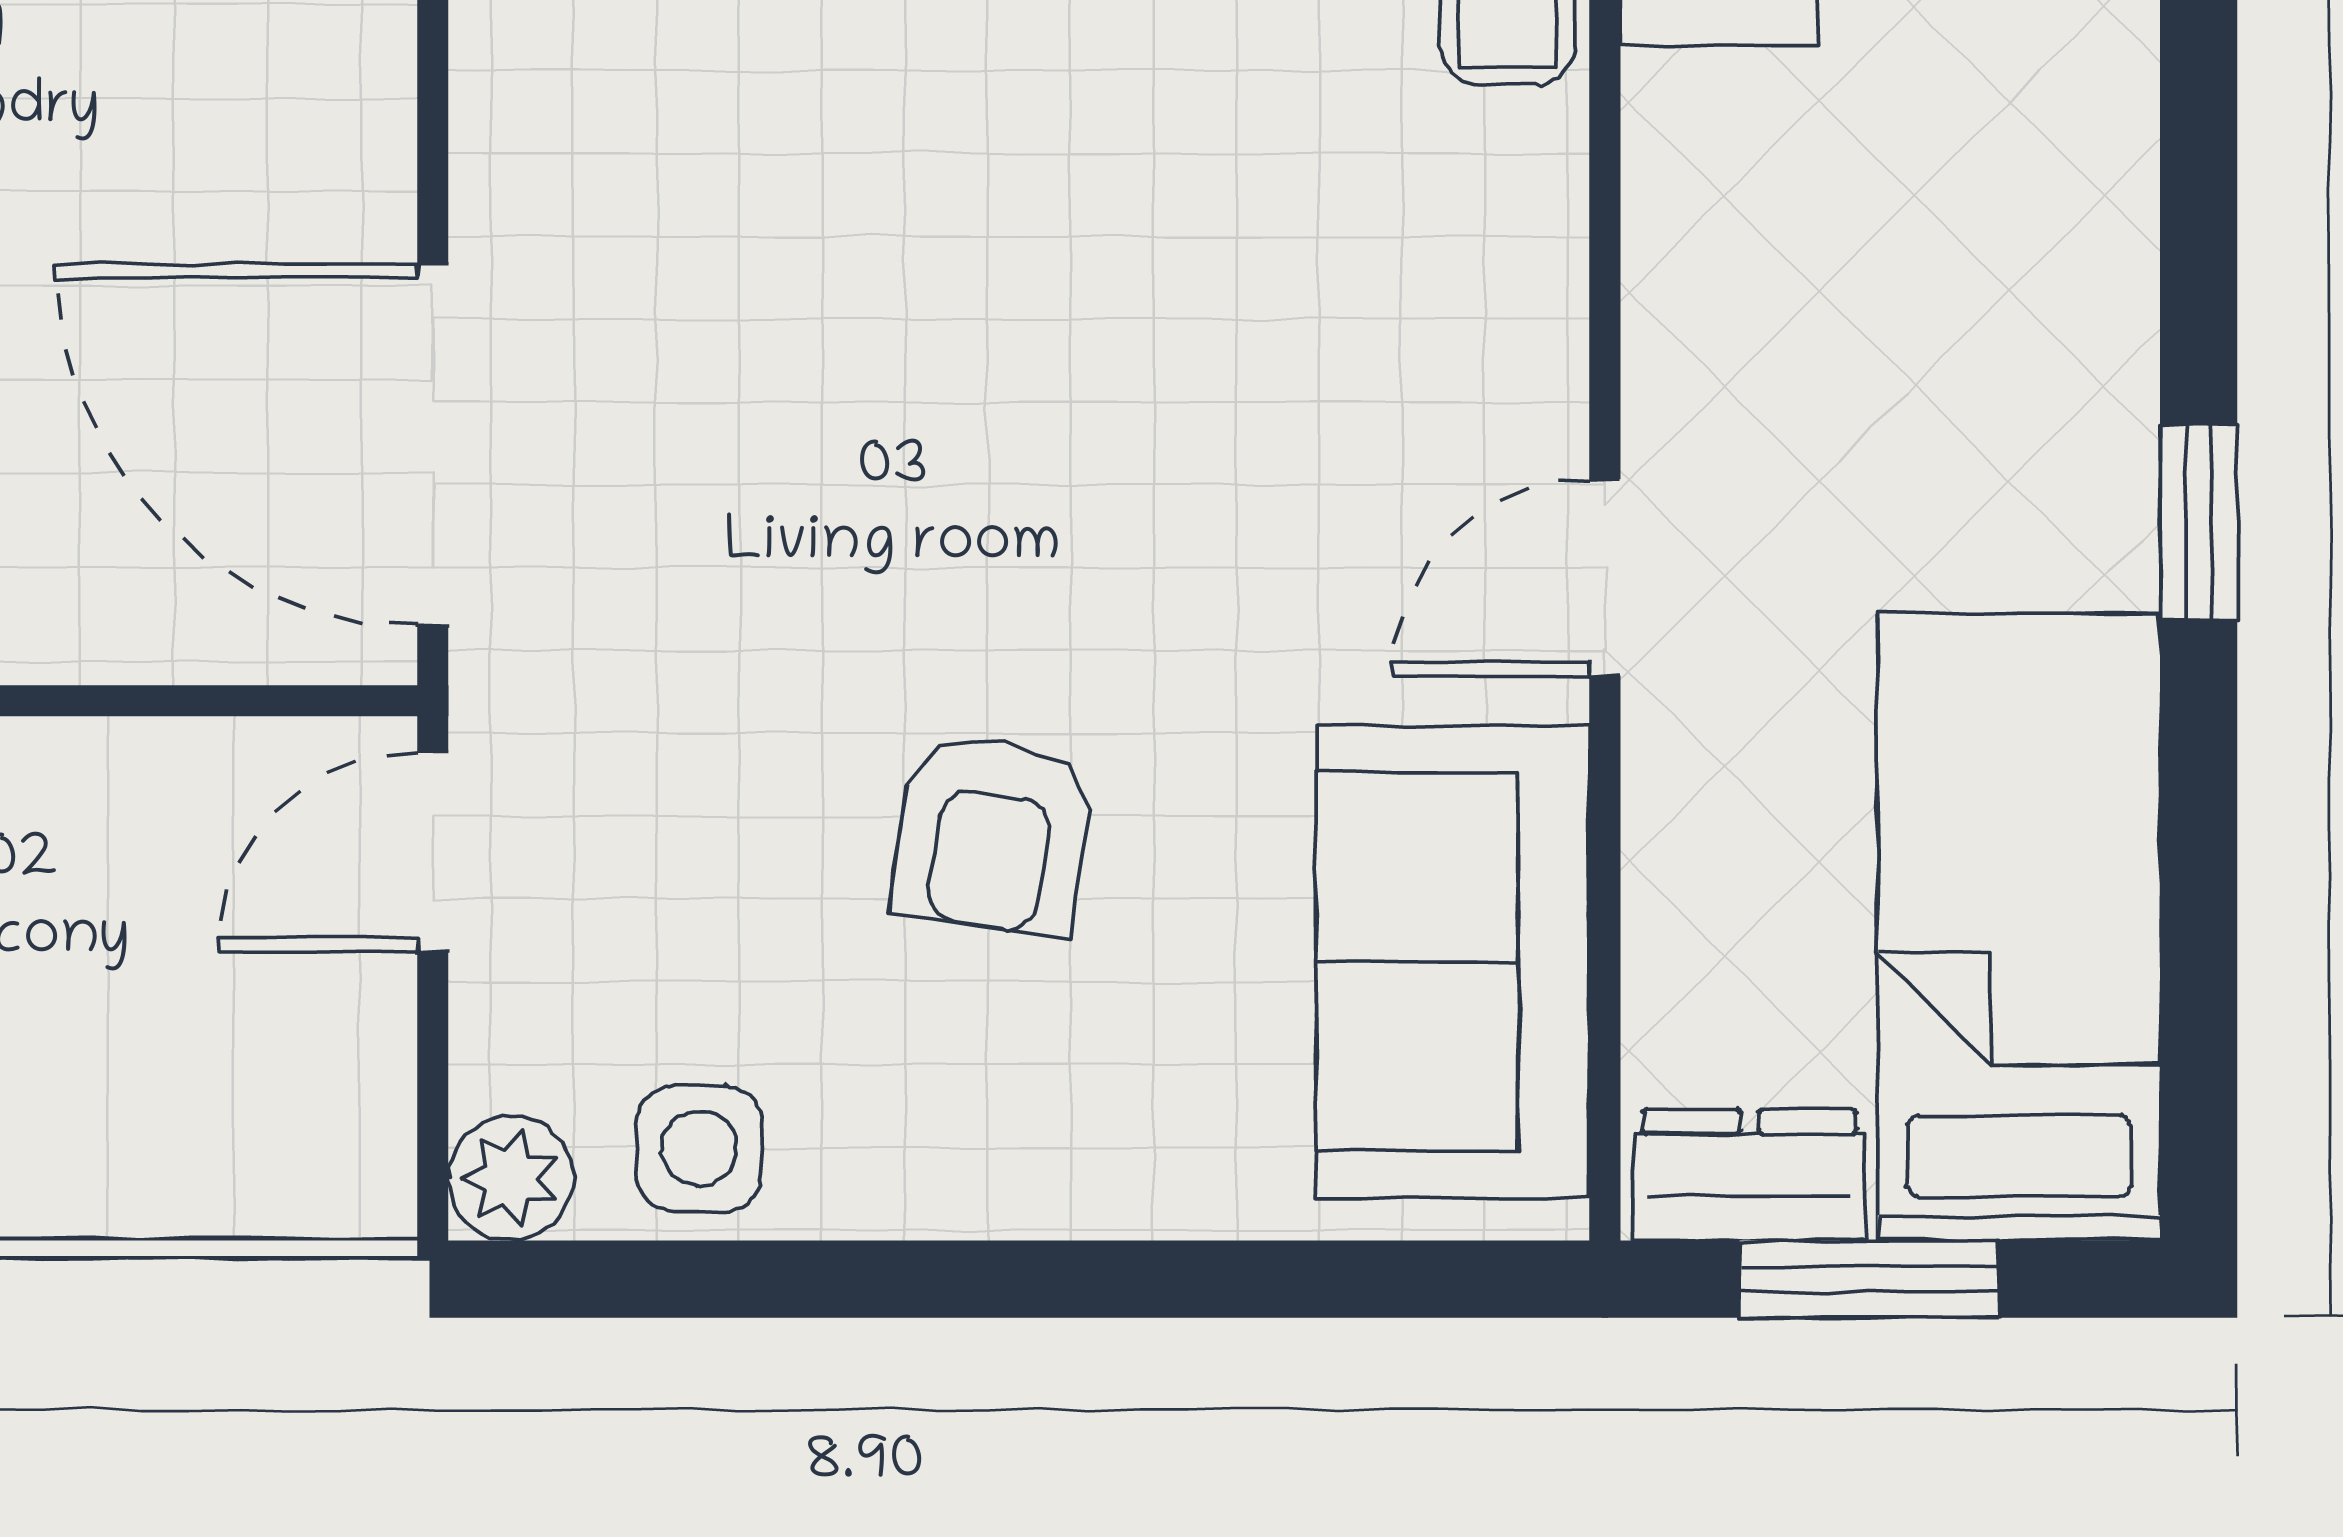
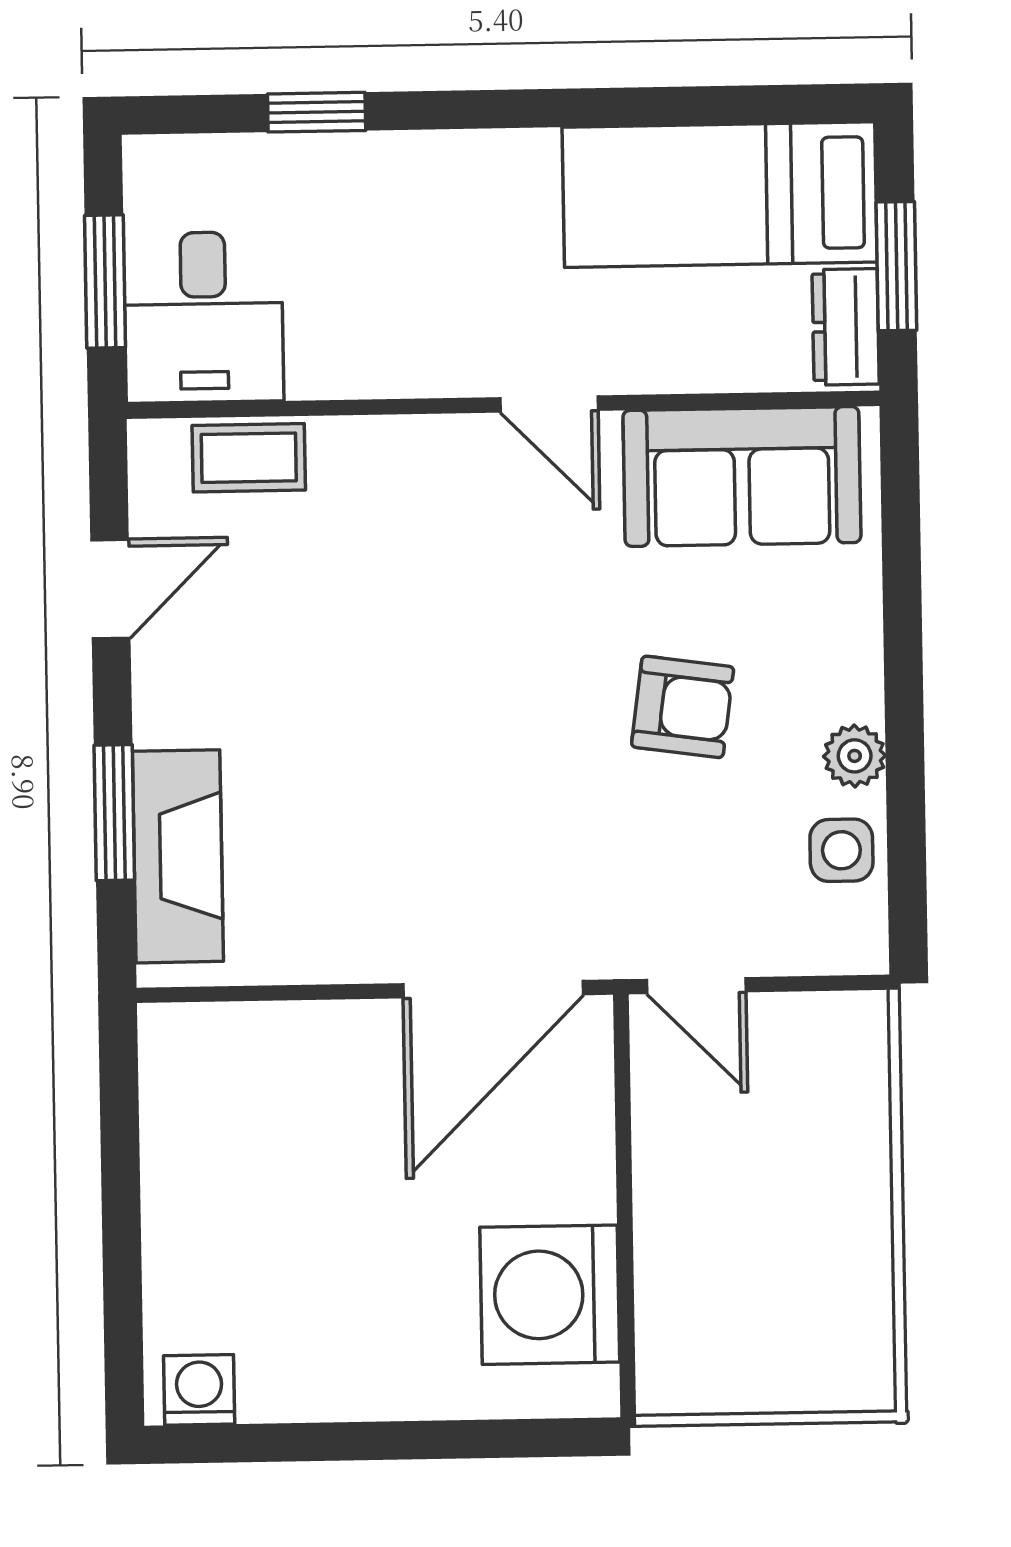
window: (2199, 522) -> (317, 112), moved
plant: (511, 1178) -> (855, 756), moved

